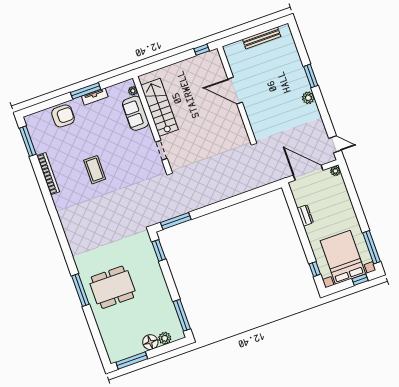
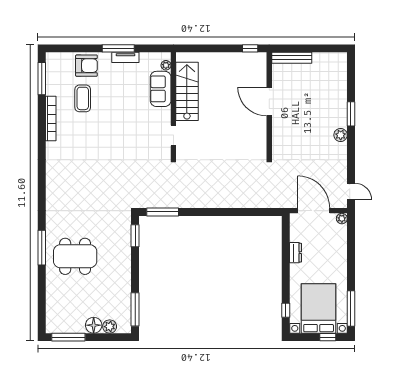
bench: (262, 38) -> (292, 58), moved
coffee table: (95, 170) -> (83, 98), moved

